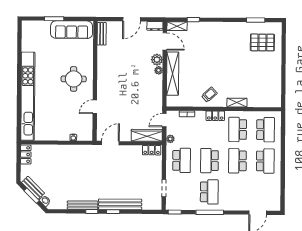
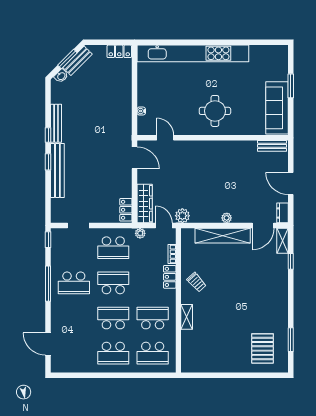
plant: (157, 60) -> (182, 216), moved
door: (95, 107) -> (165, 138), moved
locker: (215, 116) -> (170, 277), moved

